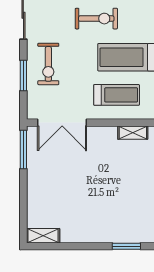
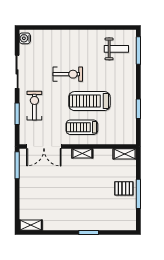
exercise bike: (48, 64) -> (34, 106), turned 180
treadmill: (117, 95) -> (82, 127), turned 180
shelving: (133, 133) -> (82, 153), moved

